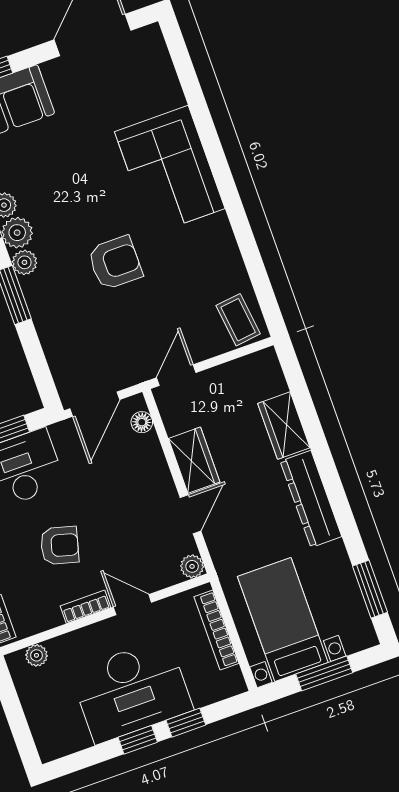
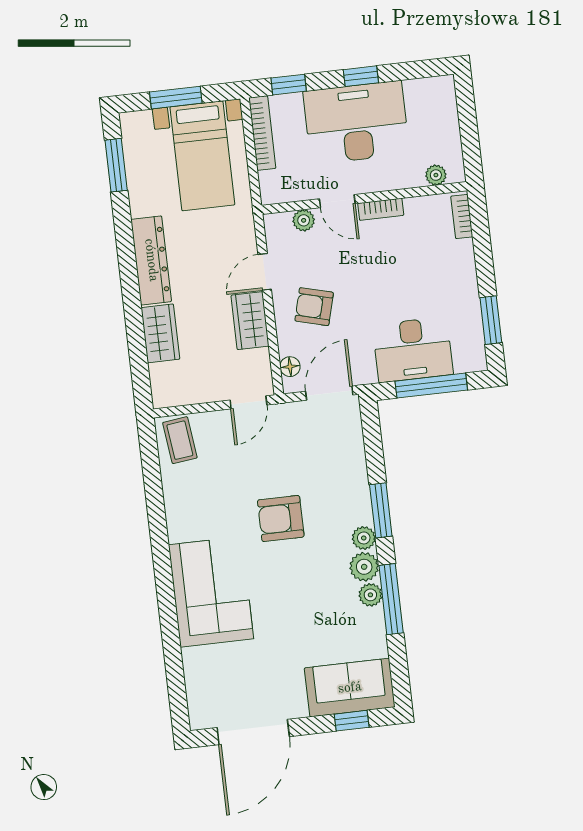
armchair: (60, 545) -> (314, 307), moved
plant: (192, 566) -> (304, 220), moved
bookcase: (217, 630) -> (262, 133), moved
window: (186, 723) -> (289, 85), moved

